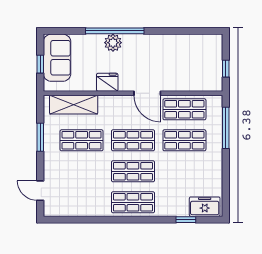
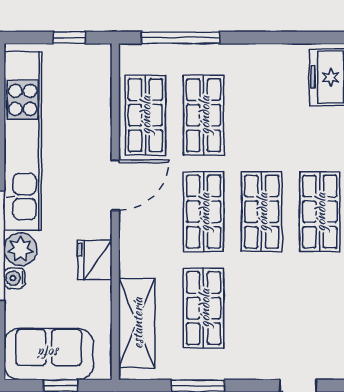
water cooler: (98, 40) -> (15, 278), added
kitchen unit: (171, 44) -> (23, 141), added

